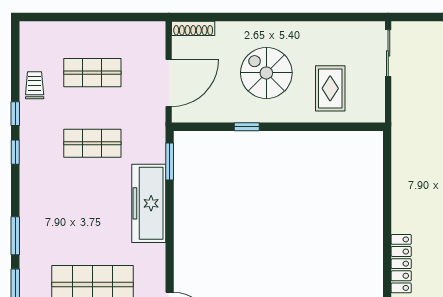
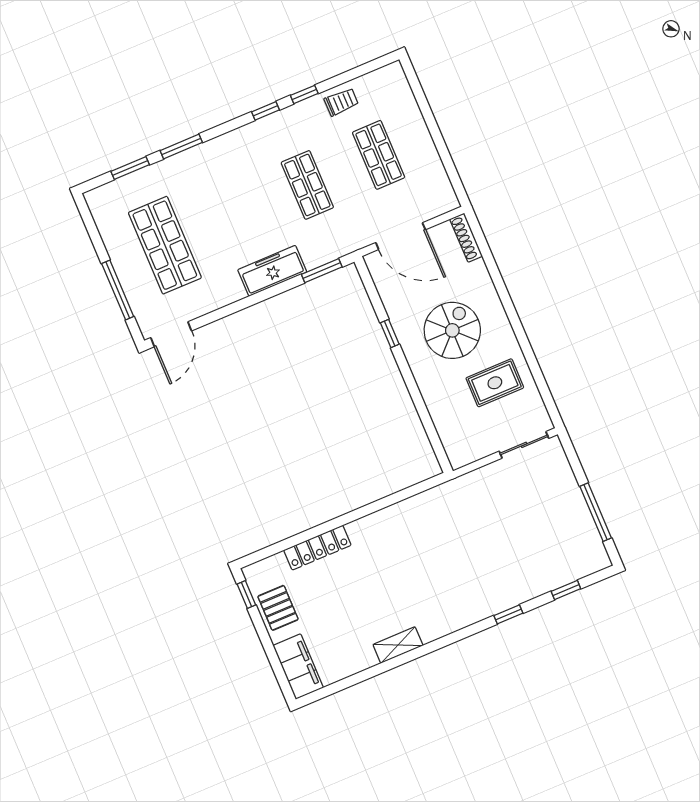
rug: (330, 88) -> (495, 383), moved
freezer: (149, 203) -> (272, 271), width x0.73, depth x0.79

